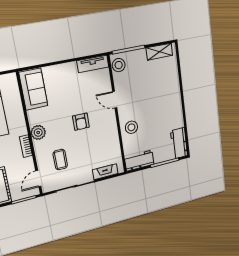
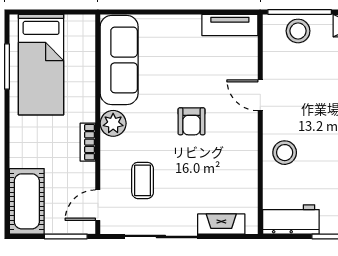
stool: (119, 65) -> (298, 31), moved
sofa: (33, 89) -> (119, 60), width x1.36

